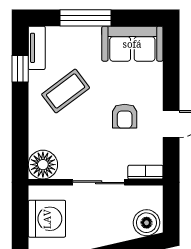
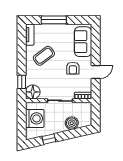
sofa: (132, 44) -> (83, 42), moved, turned 90
window: (20, 69) -> (22, 82), moved
boiler: (147, 223) -> (72, 123), moved

